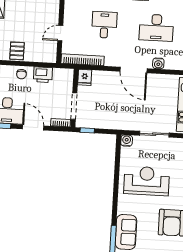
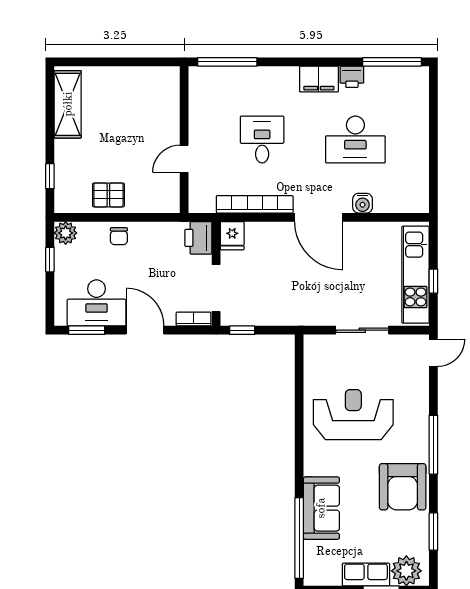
pallet: (17, 51) -> (108, 195), turned 90
bookcase: (83, 60) -> (255, 204), moved
printer: (43, 75) -> (198, 238), moved, turned 90
water cooler: (127, 141) -> (314, 345), removed

